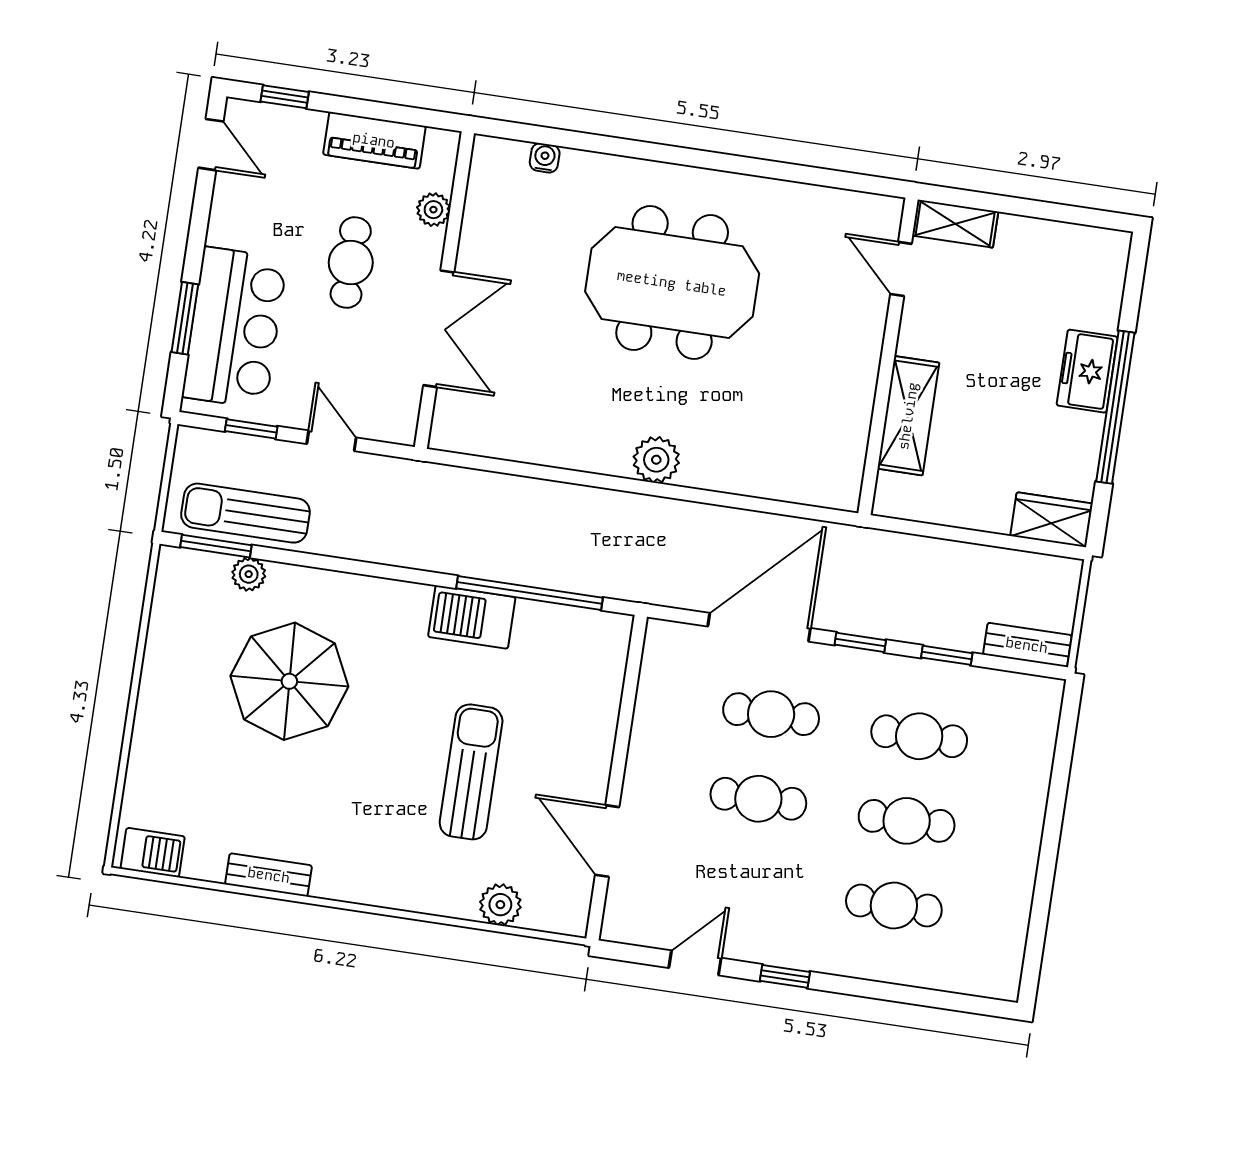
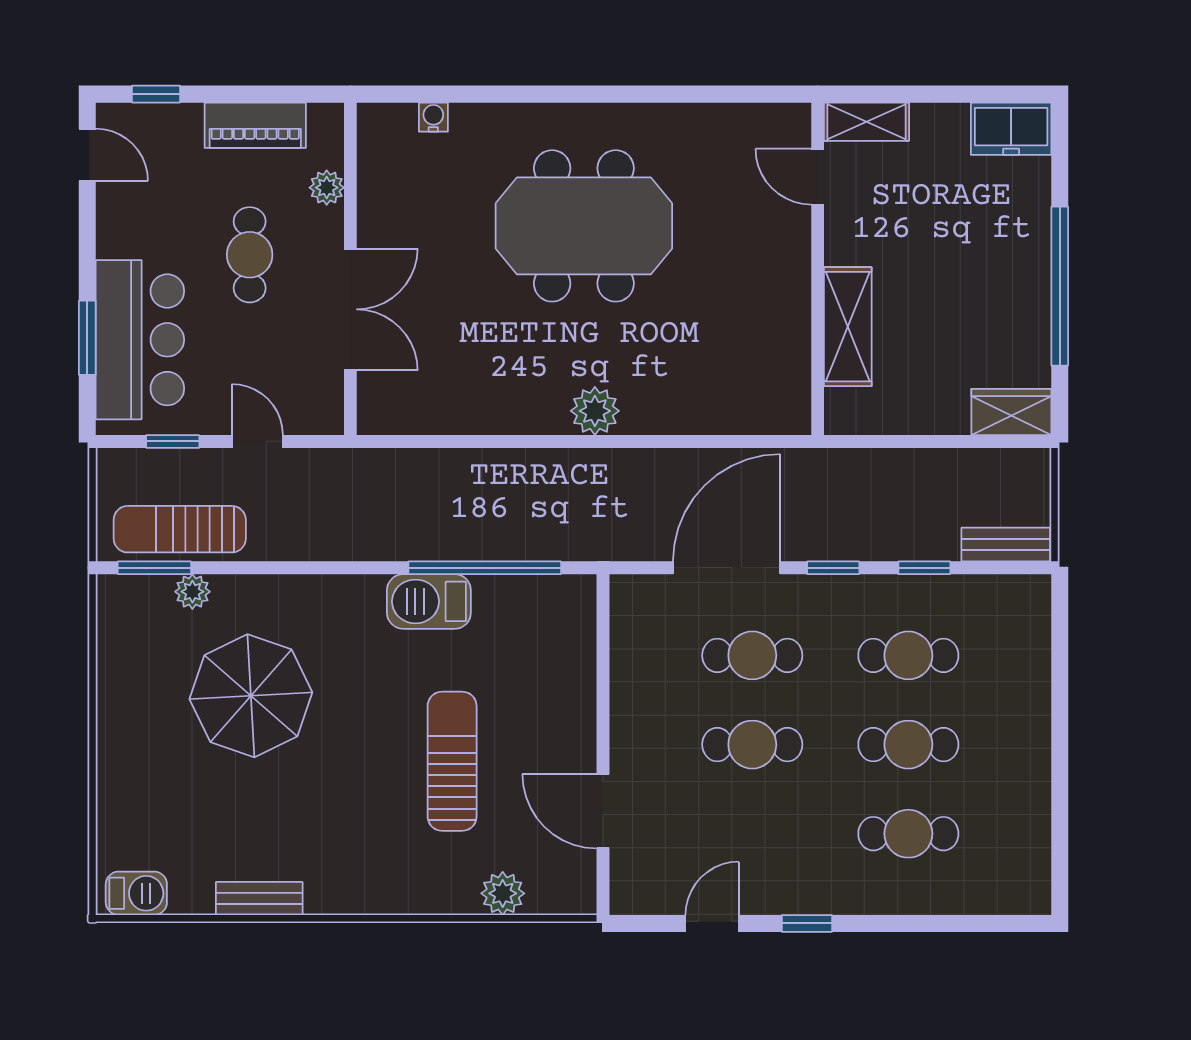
freezer: (1087, 371) -> (1011, 129), moved, turned -90

